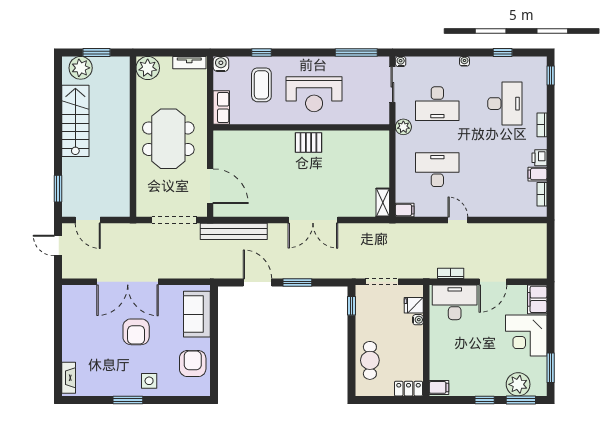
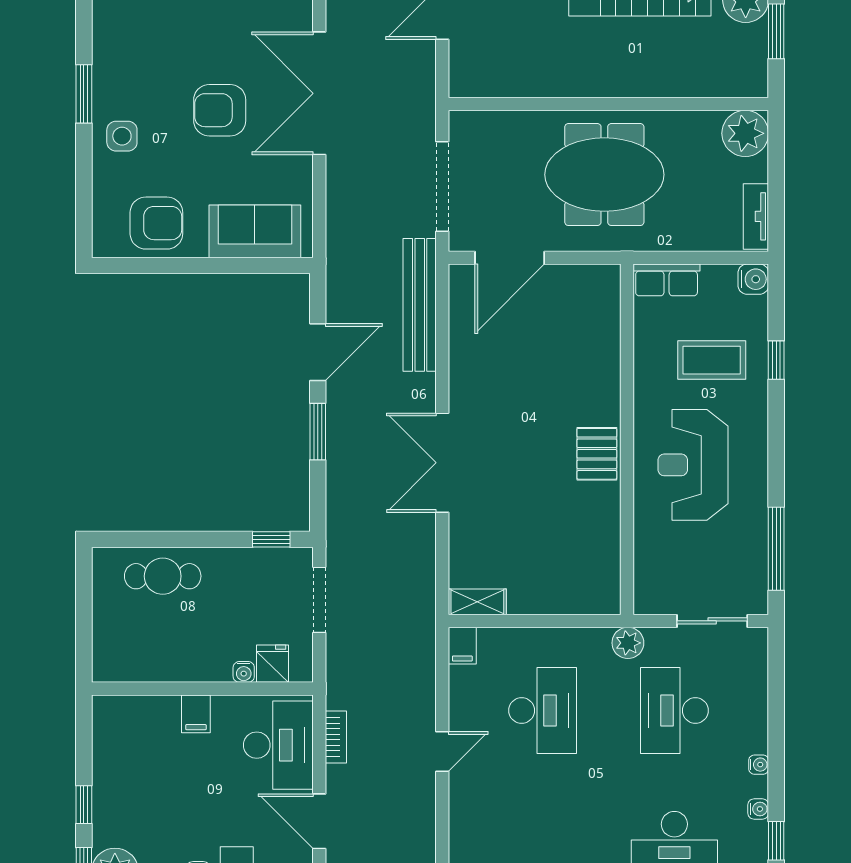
water cooler: (401, 61) -> (758, 809), moved
filing cabinet: (439, 387) -> (196, 714), moved
locker: (409, 389) -> (106, 653), removed

